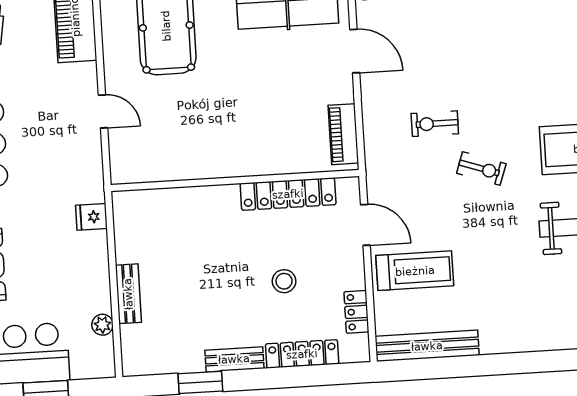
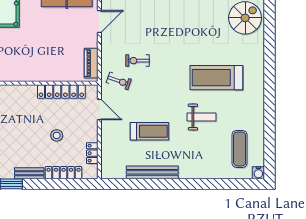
door: (355, 51) -> (99, 22), hinge flipped
exercise bike: (481, 168) -> (119, 81), moved
treadmill: (415, 271) -> (149, 131), moved
bench: (427, 346) -> (152, 172), moved

